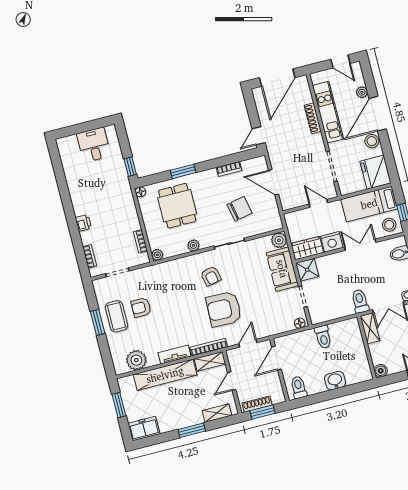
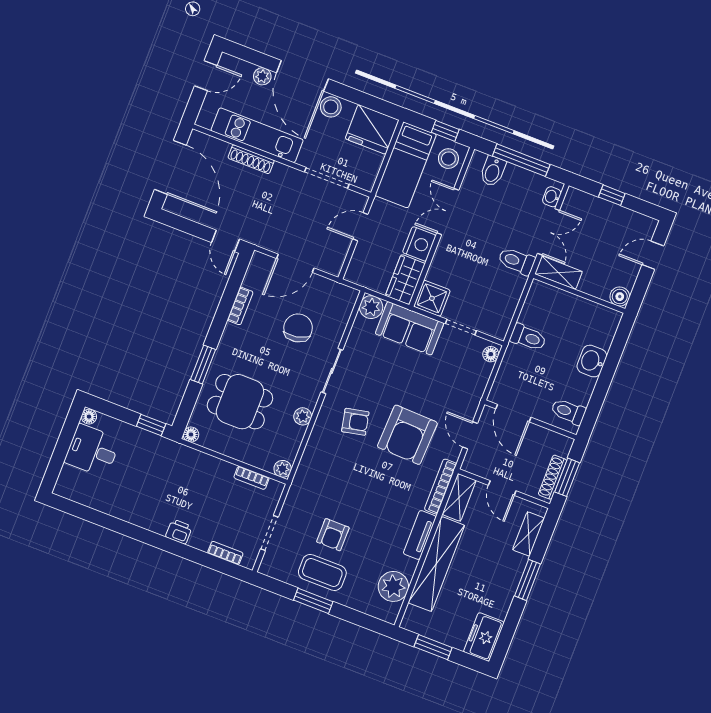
floor lamp: (111, 130) -> (89, 417), added

